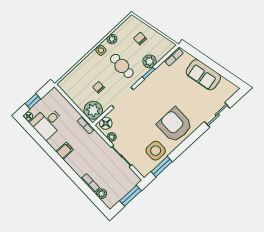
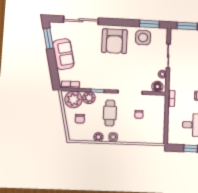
window: (227, 75) -> (48, 38), added
plant: (93, 110) -> (73, 99), moved
sliding door: (217, 115) -> (81, 20), width x1.37

